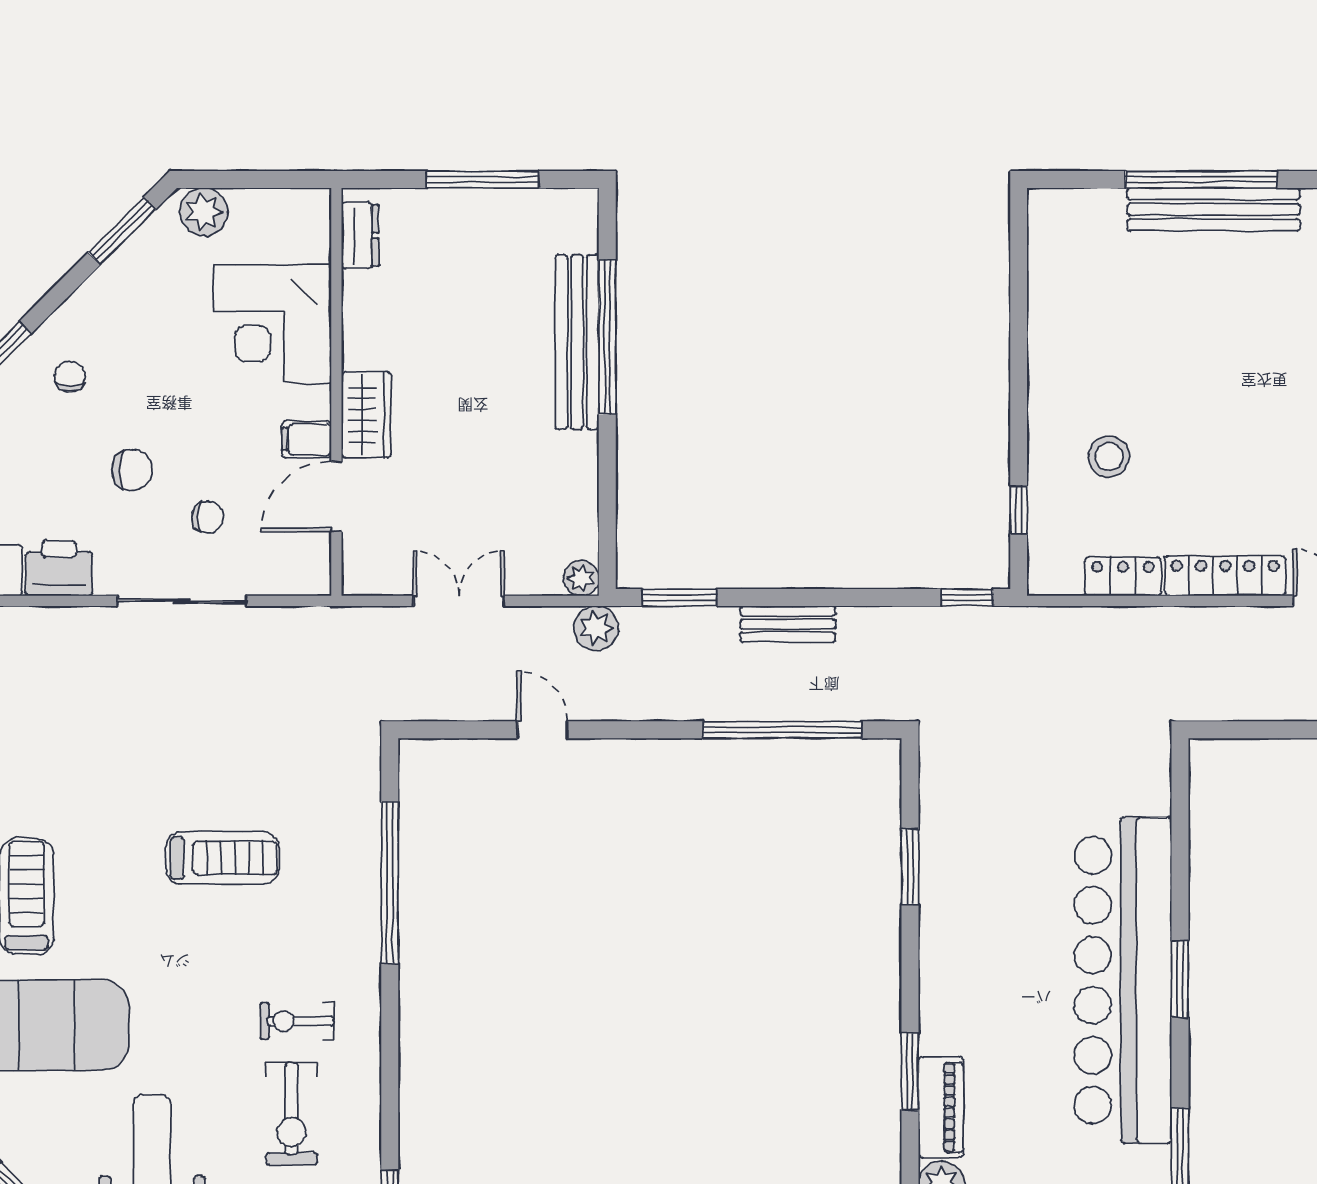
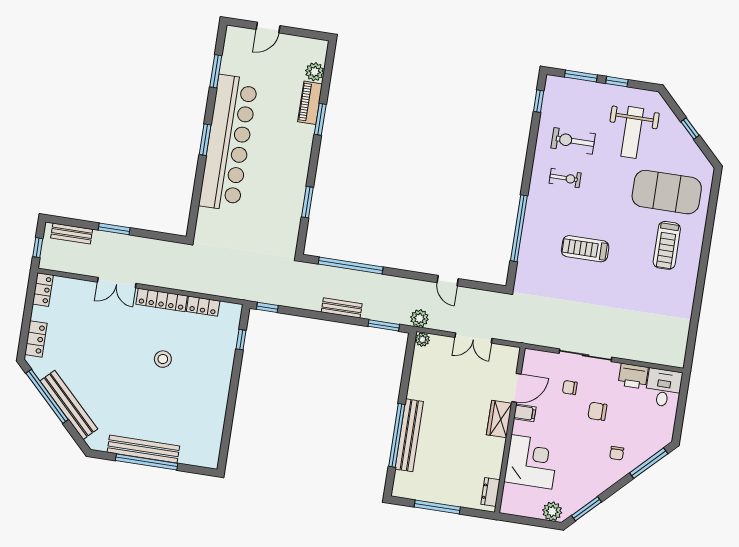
stool: (1109, 457) -> (163, 359), moved
exercise bike: (292, 1114) -> (573, 141), turned -90

